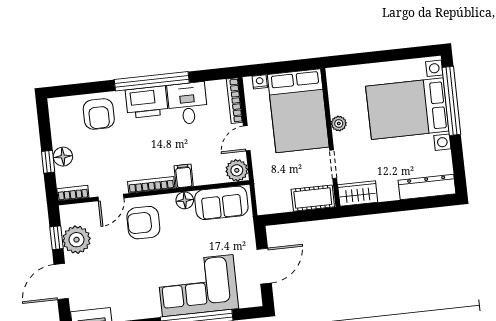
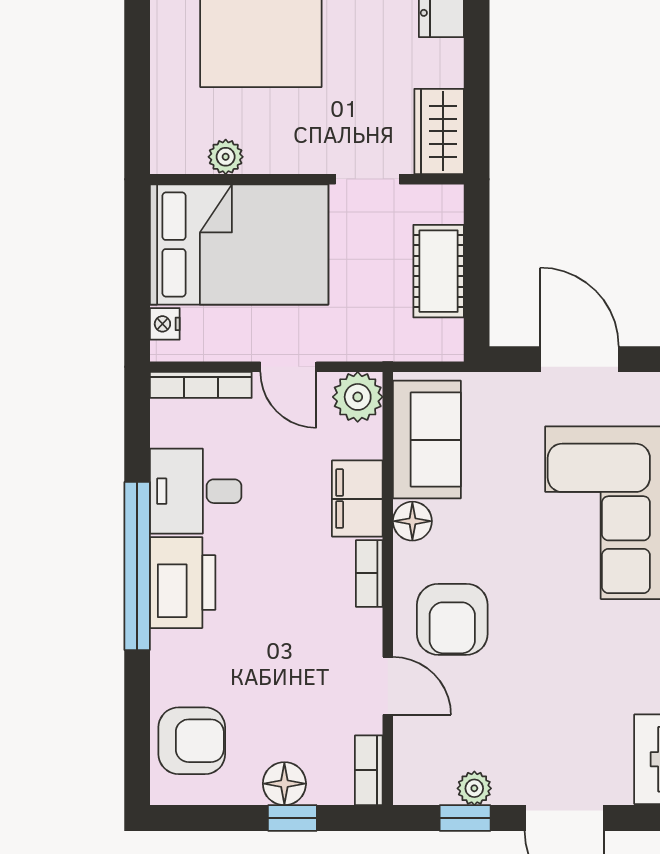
armchair: (99, 114) -> (192, 741), moved
plant: (339, 123) -> (226, 157), moved
filing cabinet: (184, 176) -> (357, 499), width x2.00
bookcase: (151, 185) -> (369, 573), width x0.64
cot: (313, 198) -> (439, 271), moved
plant: (77, 240) -> (474, 788), width x0.53, depth x0.53

